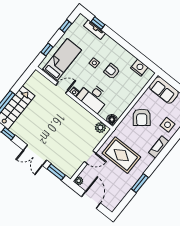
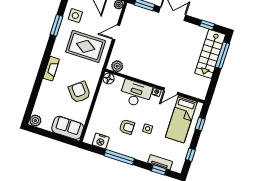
window: (128, 47) -> (119, 157), added
side table: (168, 125) -> (75, 16), moved

